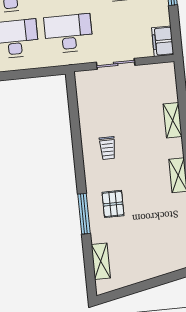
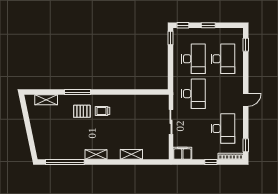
trolley: (108, 148) -> (103, 111), moved

